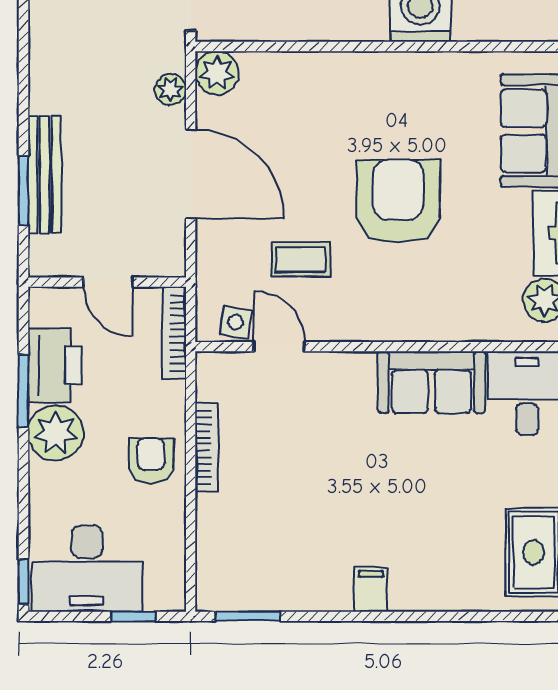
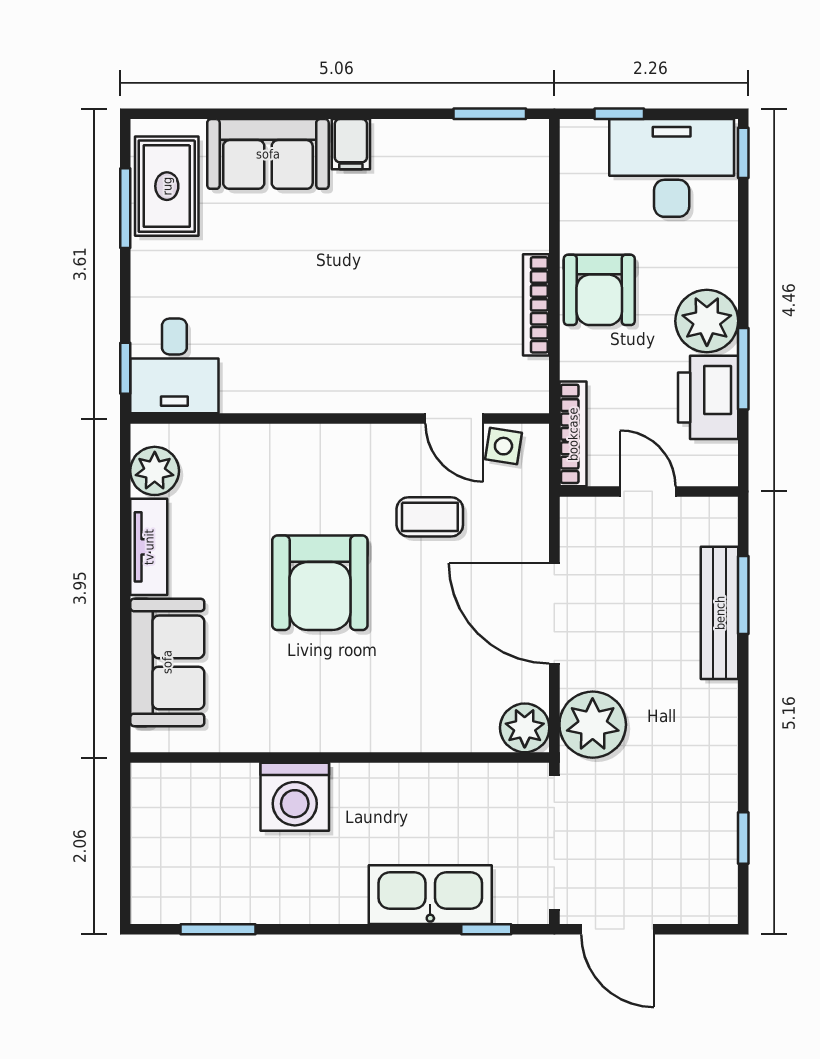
plant: (170, 89) -> (593, 725), width x1.87, depth x1.87
sofa: (431, 382) -> (268, 154), moved, turned 180
armchair: (151, 461) -> (599, 290), width x1.38, depth x1.38

